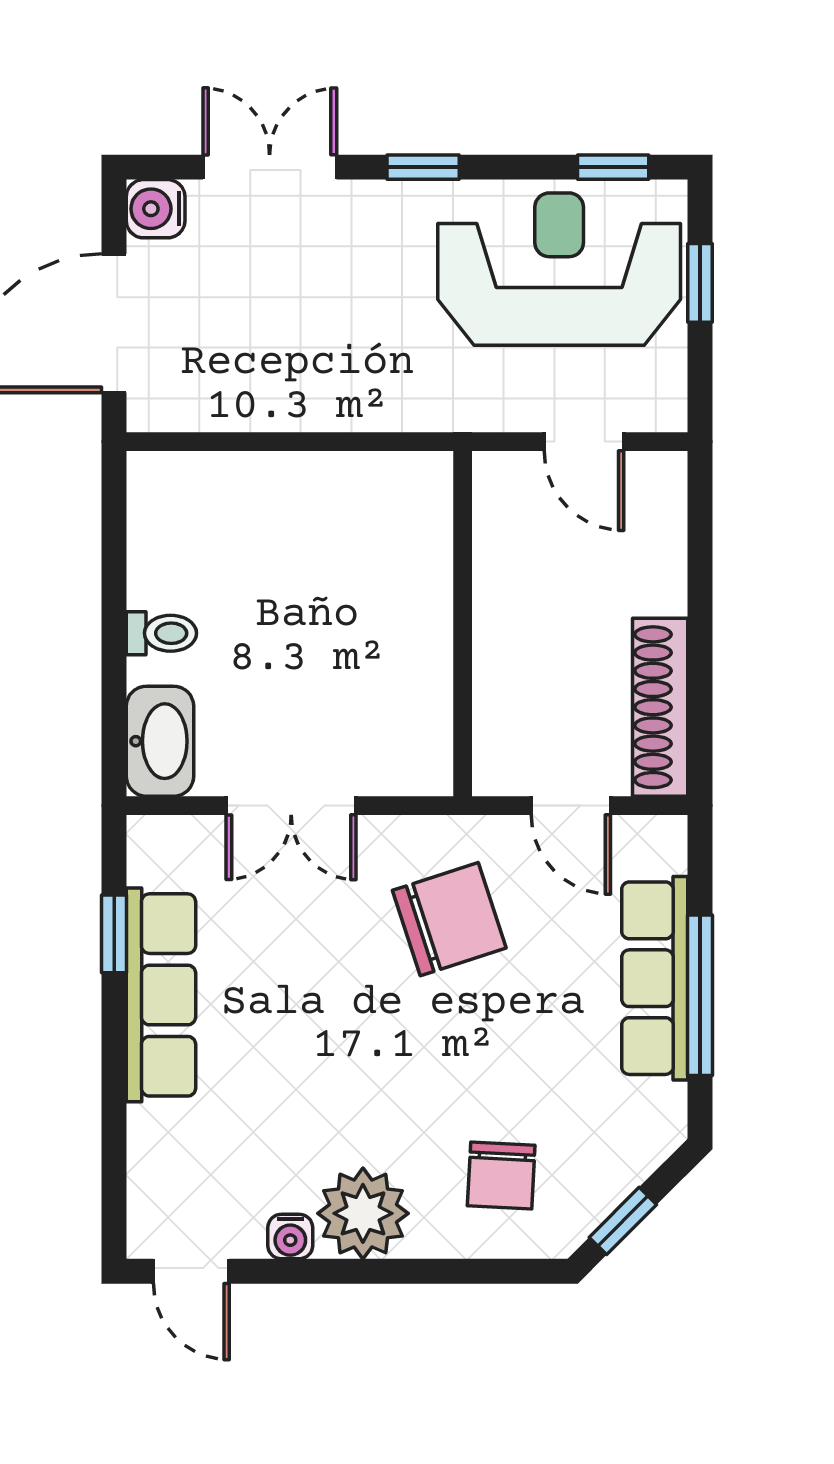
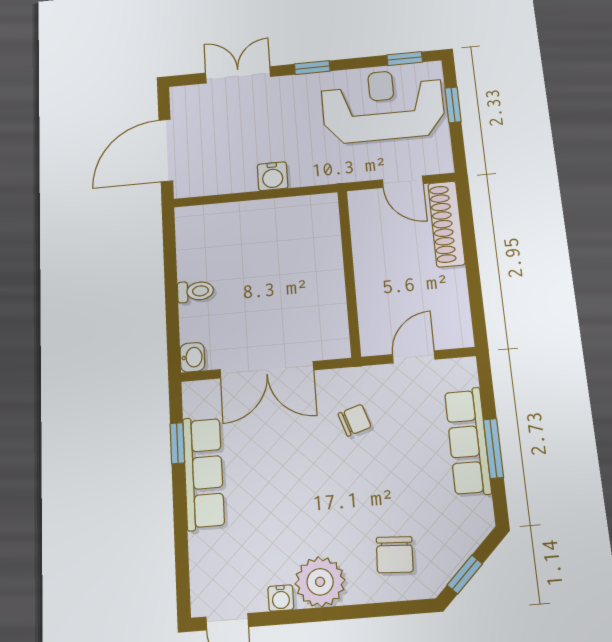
water cooler: (156, 209) -> (273, 176), moved, turned -90
shoe rack: (660, 707) -> (446, 224), moved
washbasin: (160, 741) -> (192, 357), width x0.52, depth x0.69
double door: (291, 806) -> (267, 370), width x1.37
door: (571, 806) -> (414, 357), swing flipped
chair: (449, 919) -> (355, 420), width x0.54, depth x0.54
window: (700, 995) -> (493, 448), width x0.69

